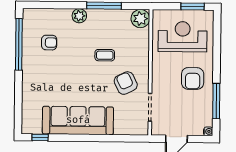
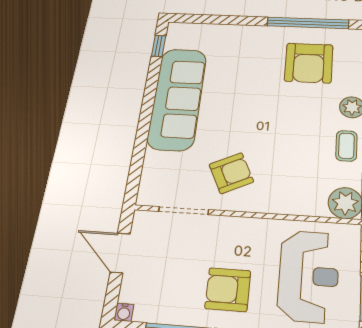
armchair: (49, 43) -> (309, 63), width x1.88, depth x1.88
coffee table: (105, 55) -> (346, 146), moved

